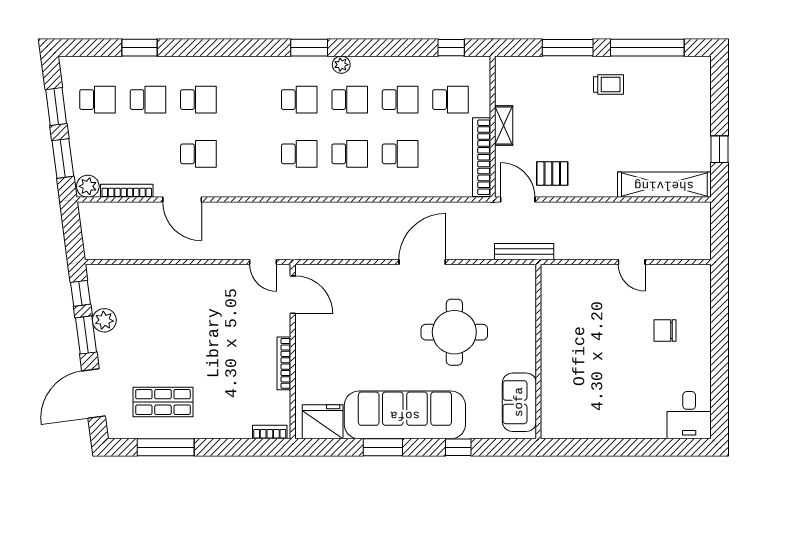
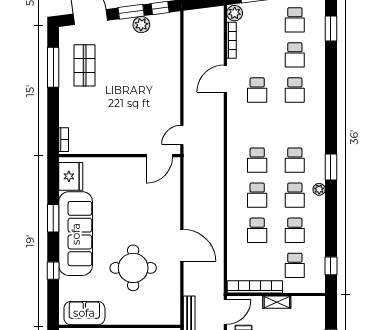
window: (140, 48) -> (331, 29), moved
bookcase: (284, 363) -> (111, 149), removed

